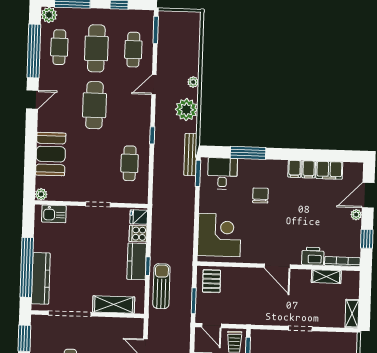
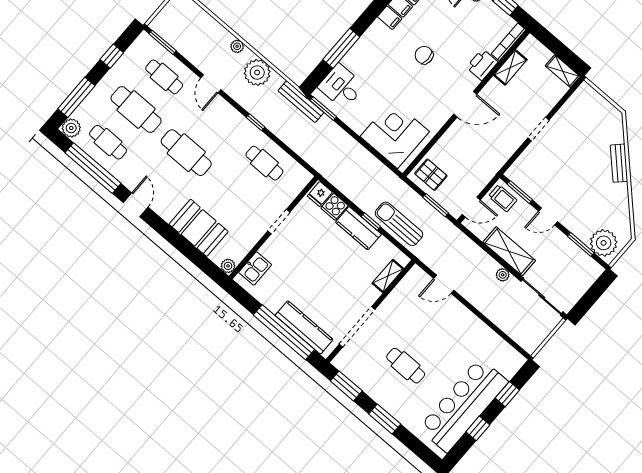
chair: (260, 195) -> (424, 55), moved
shelving: (114, 305) -> (388, 276), width x0.67, depth x0.75

